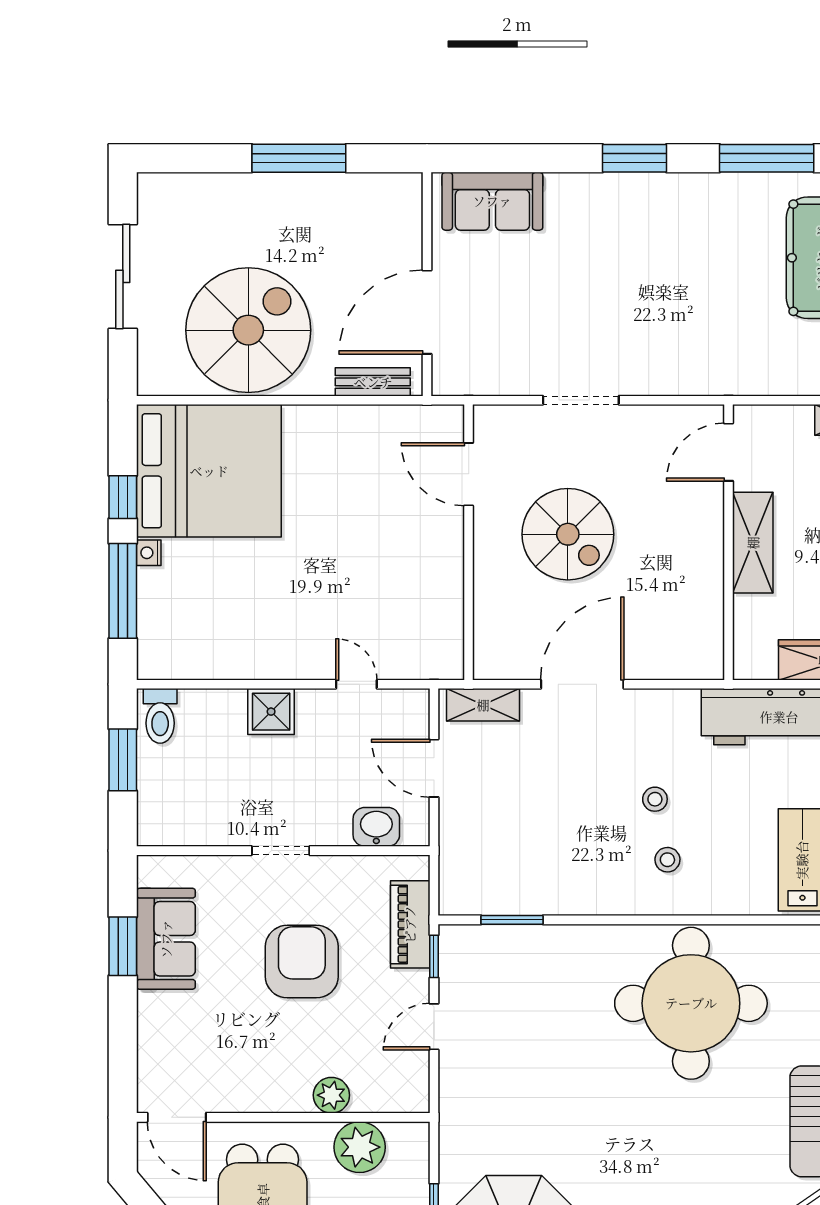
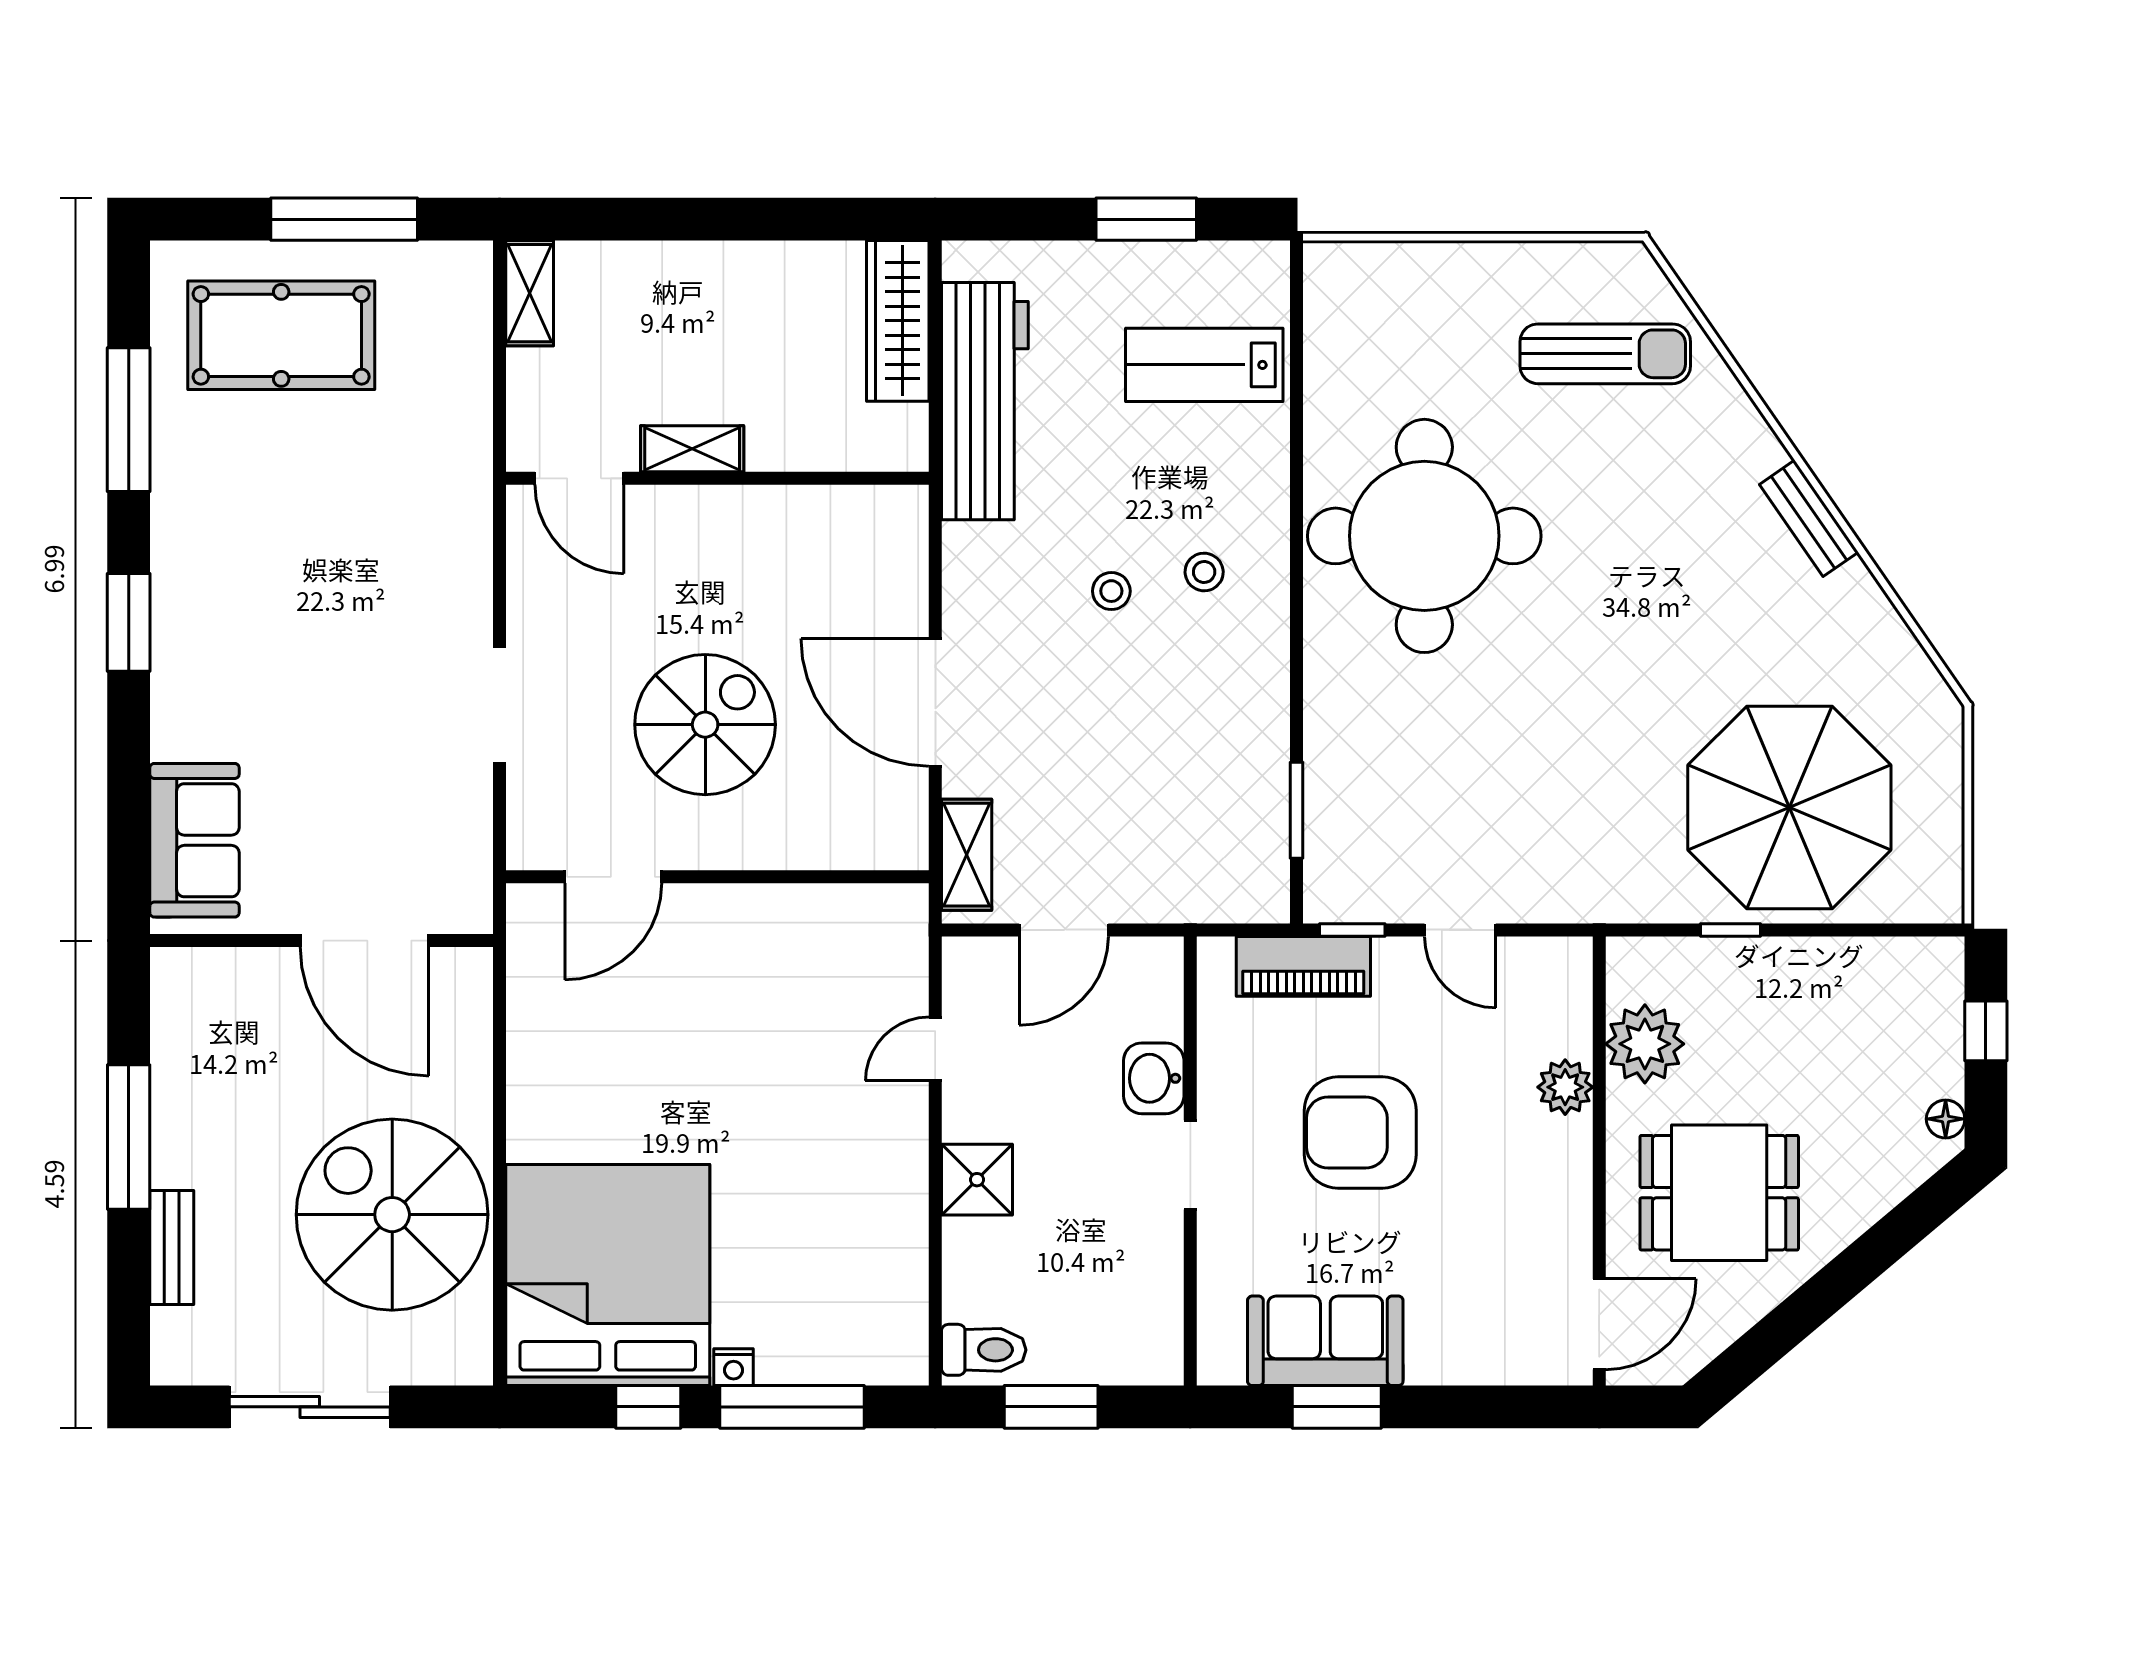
bench: (373, 382) -> (172, 1247), moved
shelving: (753, 543) -> (692, 449), width x0.67, depth x0.75
washbasin: (376, 827) -> (1154, 1078), moved

